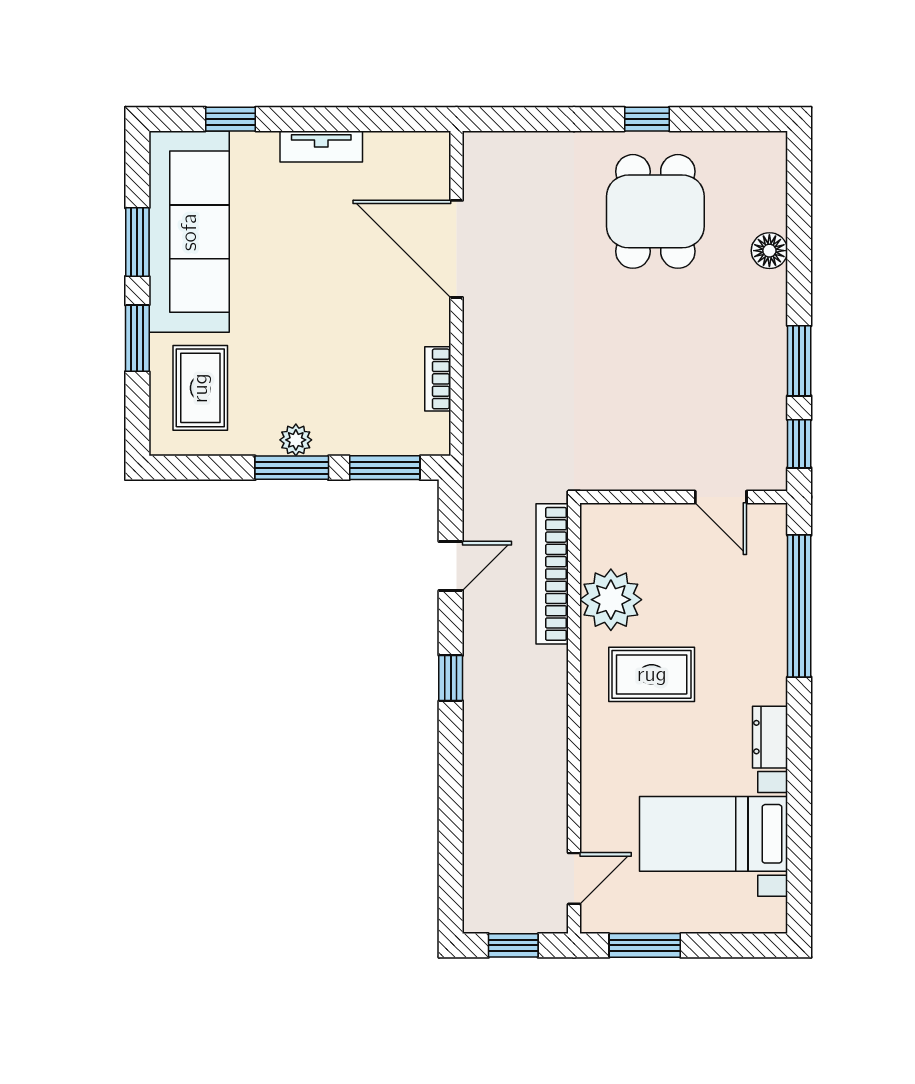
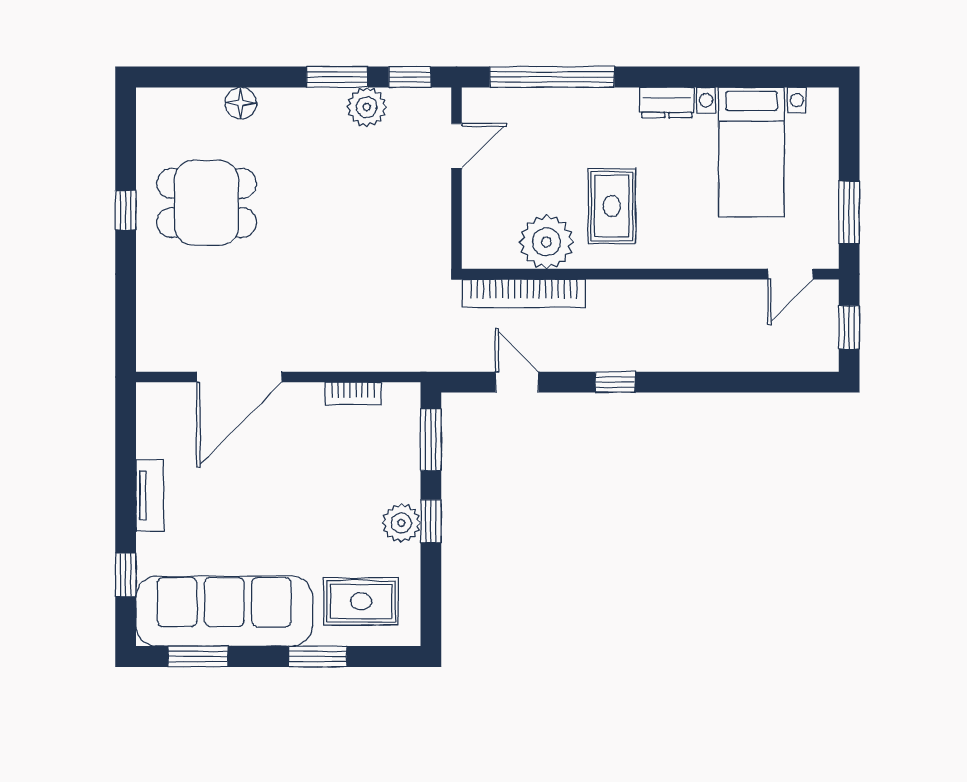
window: (137, 242) -> (198, 656), moved
plant: (765, 394) -> (367, 107), added
plant: (296, 440) -> (401, 523), width x1.38, depth x1.38
window: (292, 468) -> (431, 521), width x0.67
door: (574, 878) -> (791, 274), swing flipped

